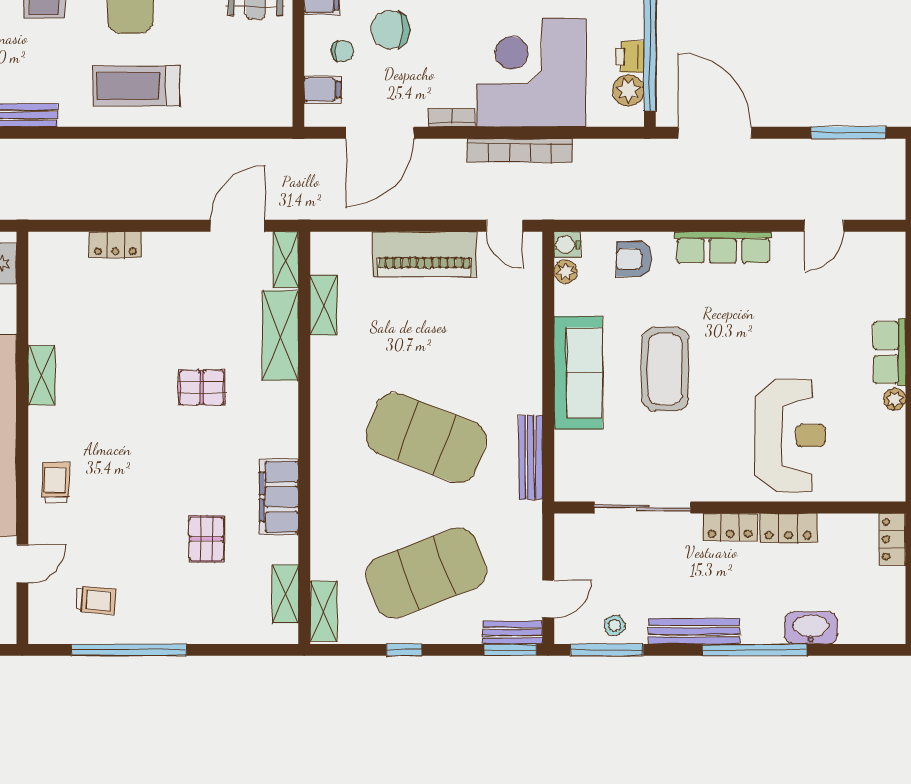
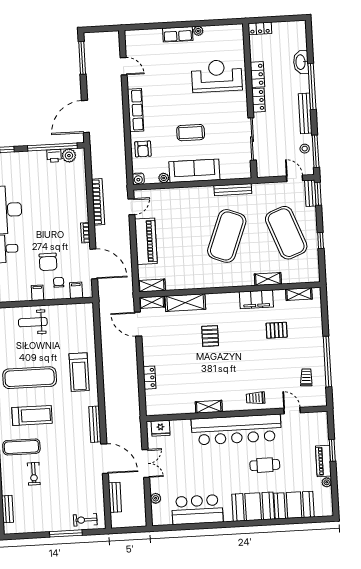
corner desk: (531, 73) -> (63, 199), removed
plant: (566, 272) -> (164, 178), moved
shelving: (324, 305) -> (152, 286), moved
coffee table: (665, 369) -> (191, 133), width x0.73, depth x0.76
shelving: (324, 611) -> (268, 279), moved

